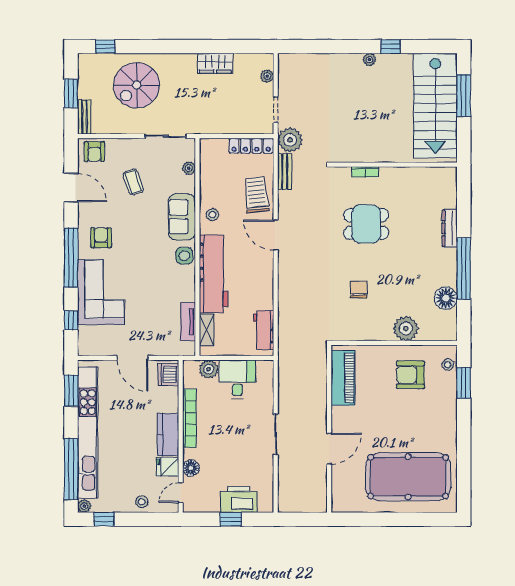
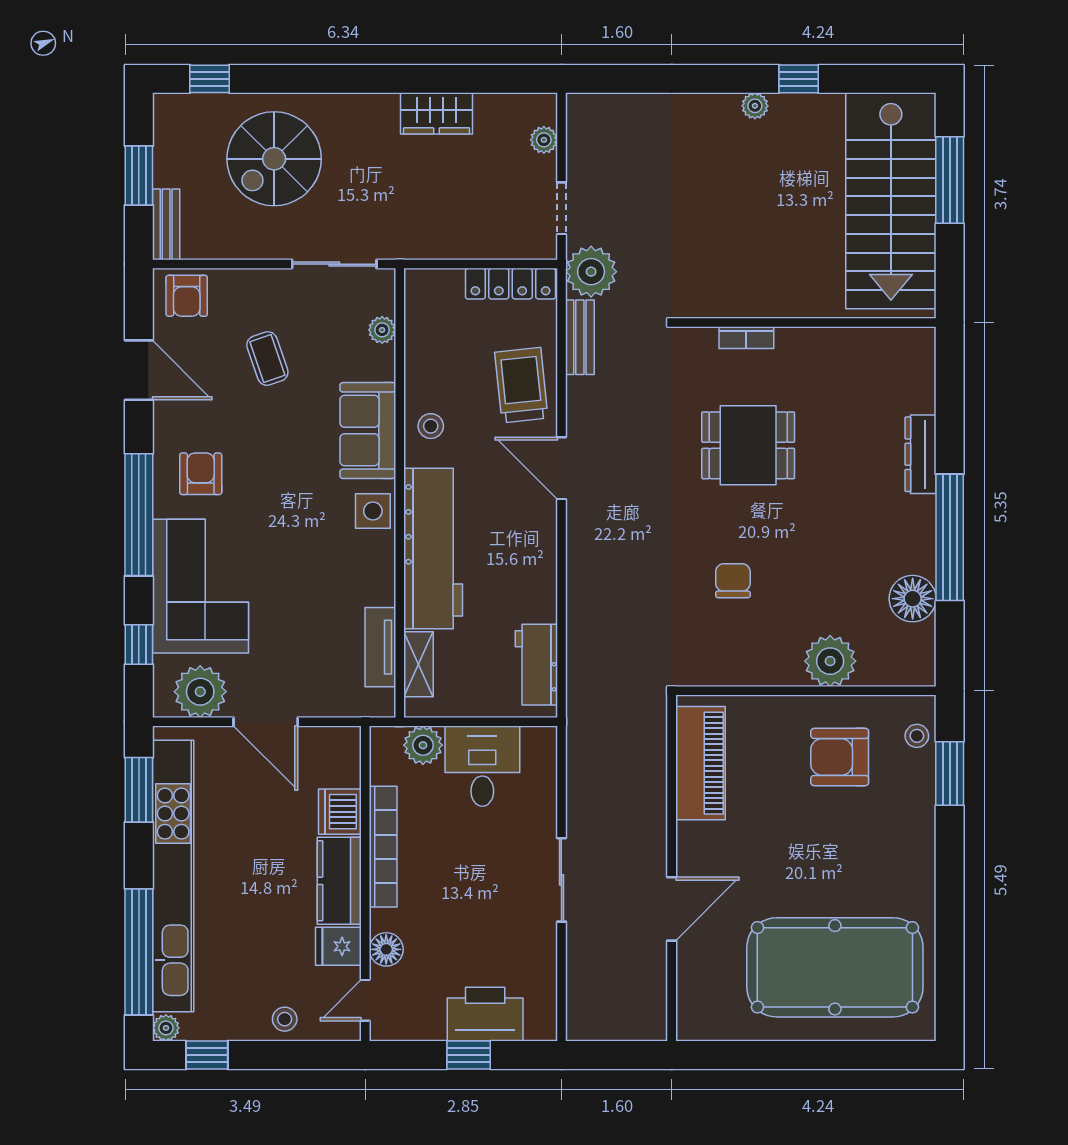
plant: (101, 343) -> (200, 692), added
dishwasher: (168, 374) -> (340, 812), moved

